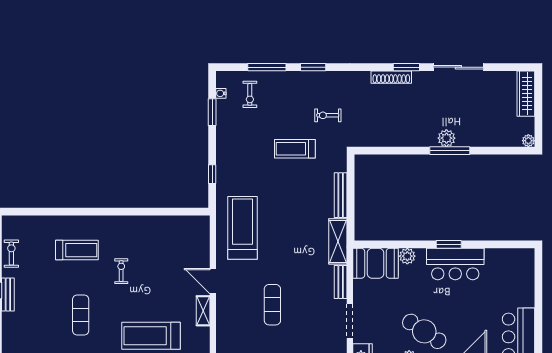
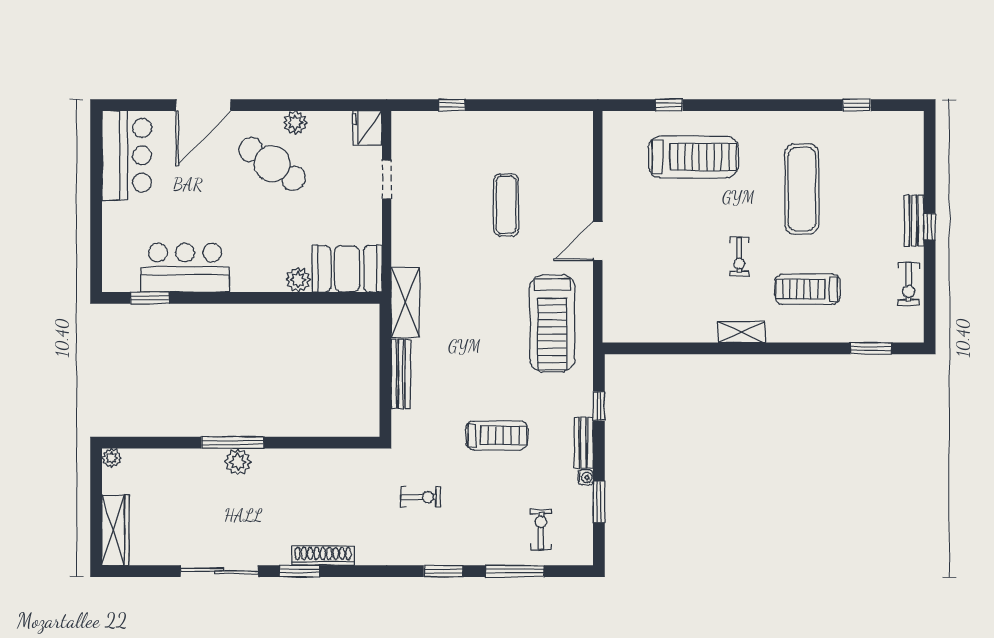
water cooler: (221, 93) -> (586, 478), moved
treadmill: (295, 149) -> (497, 435), moved
window: (36, 212) -> (871, 348), added
window: (449, 244) -> (150, 298), moved
bar counter: (455, 264) -> (185, 268), moved
door: (213, 281) -> (598, 241), swing flipped
bench: (341, 282) -> (583, 443), moved
shelving: (203, 311) -> (742, 332), moved, turned 90
exercise mat: (81, 315) -> (802, 189), width x1.36, depth x1.45
doorway: (350, 321) -> (387, 180), width x0.73

